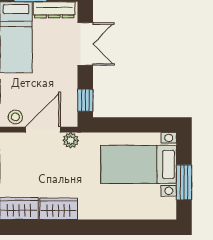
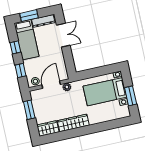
window: (85, 100) -> (70, 64), removed
wardrobe: (59, 209) -> (73, 123), width x1.50

